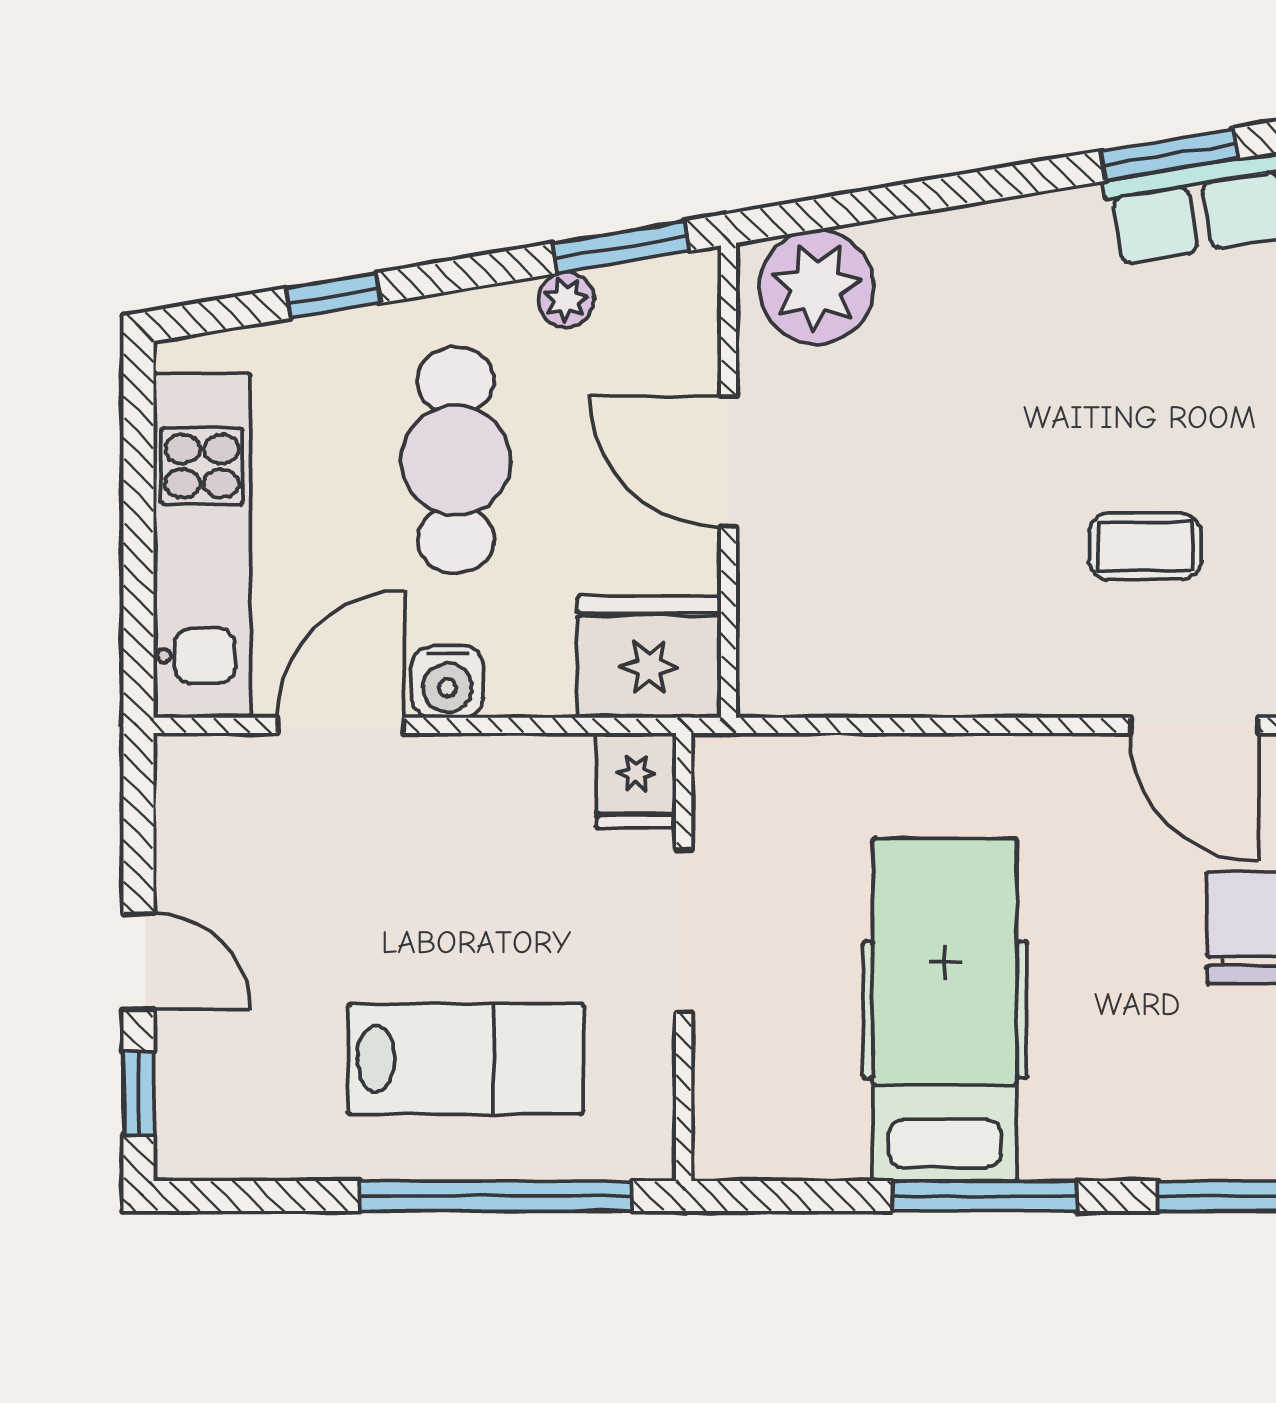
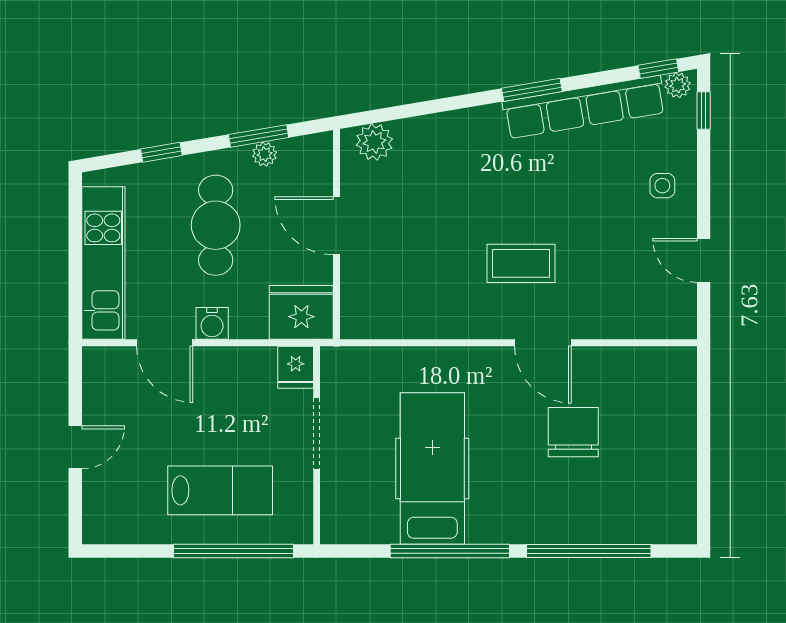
window: (621, 247) -> (259, 136), moved
plant: (817, 287) -> (374, 142), width x0.73, depth x0.73
coffee table: (1145, 546) -> (521, 263), width x1.36, depth x1.30
door: (341, 725) -> (165, 343), swing flipped
door: (138, 962) -> (75, 447), hinge flipped
window: (138, 1093) -> (75, 506), removed
window: (984, 1196) -> (450, 551), width x1.46

